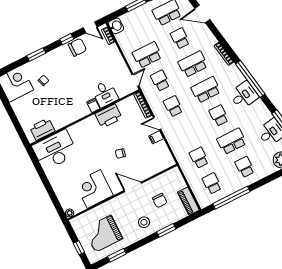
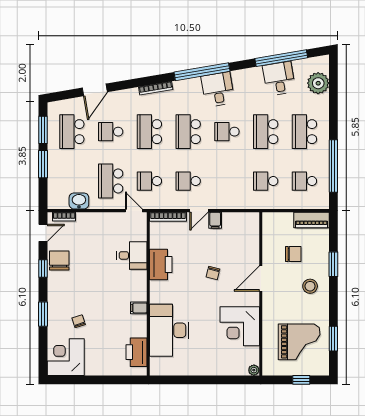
washbasin: (116, 26) -> (79, 201), moved
filing cabinet: (93, 105) -> (139, 308), moved
desk: (55, 150) -> (169, 330), moved
school desk: (245, 167) -> (304, 132), width x1.85
grand piano: (103, 234) -> (299, 342), turned -90

